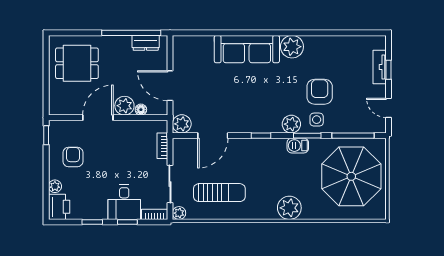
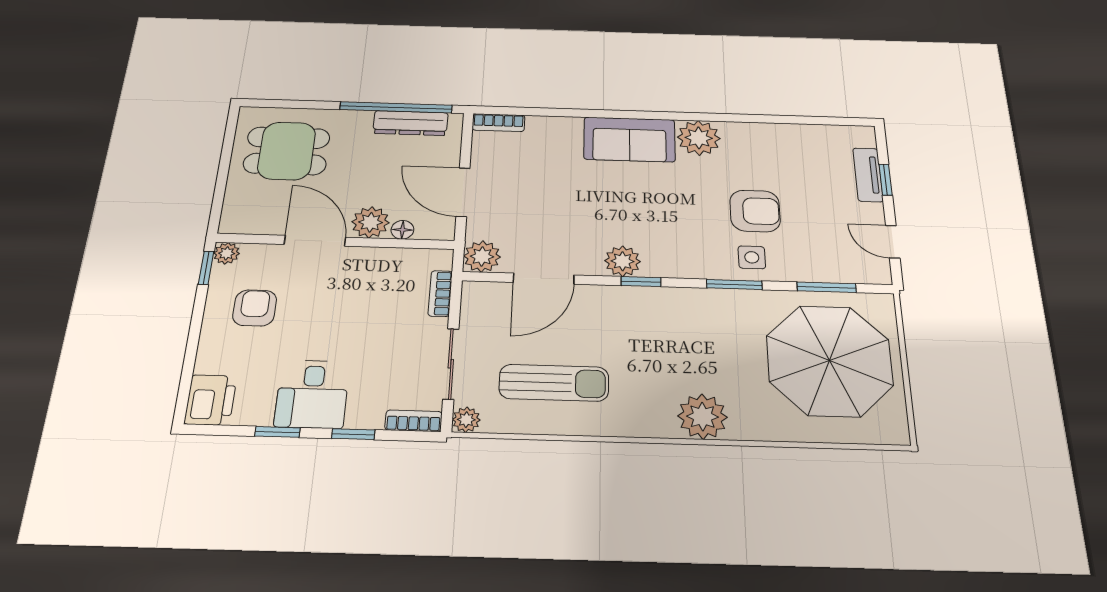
bookcase: (186, 41) -> (498, 123), added
dresser: (146, 43) -> (411, 123), width x1.44
sofa: (247, 49) -> (629, 139), width x0.73
armchair: (320, 92) -> (755, 211), turned 90
door: (98, 118) -> (315, 241), hinge flipped
plant: (291, 124) -> (623, 261), moved
window: (353, 136) -> (827, 287), width x0.69
barbecue: (298, 146) -> (716, 301), removed
plant: (55, 186) -> (227, 253), moved
desk: (124, 202) -> (312, 394), moved

